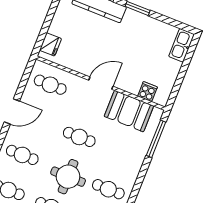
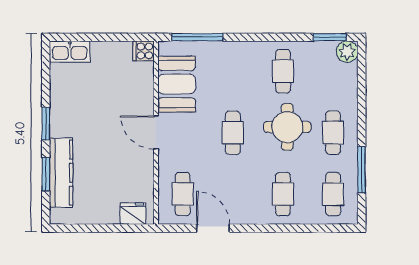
cooker: (147, 92) -> (144, 51), moved
door: (12, 112) -> (213, 228), moved

